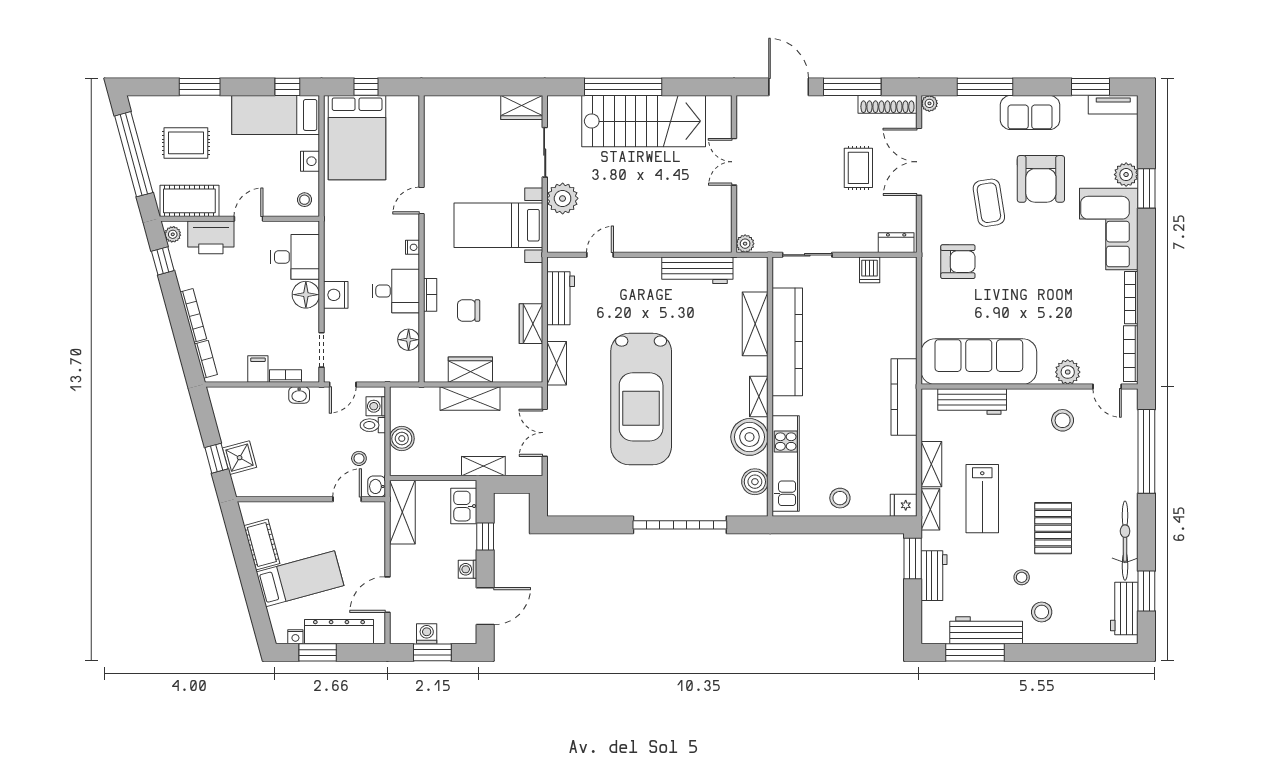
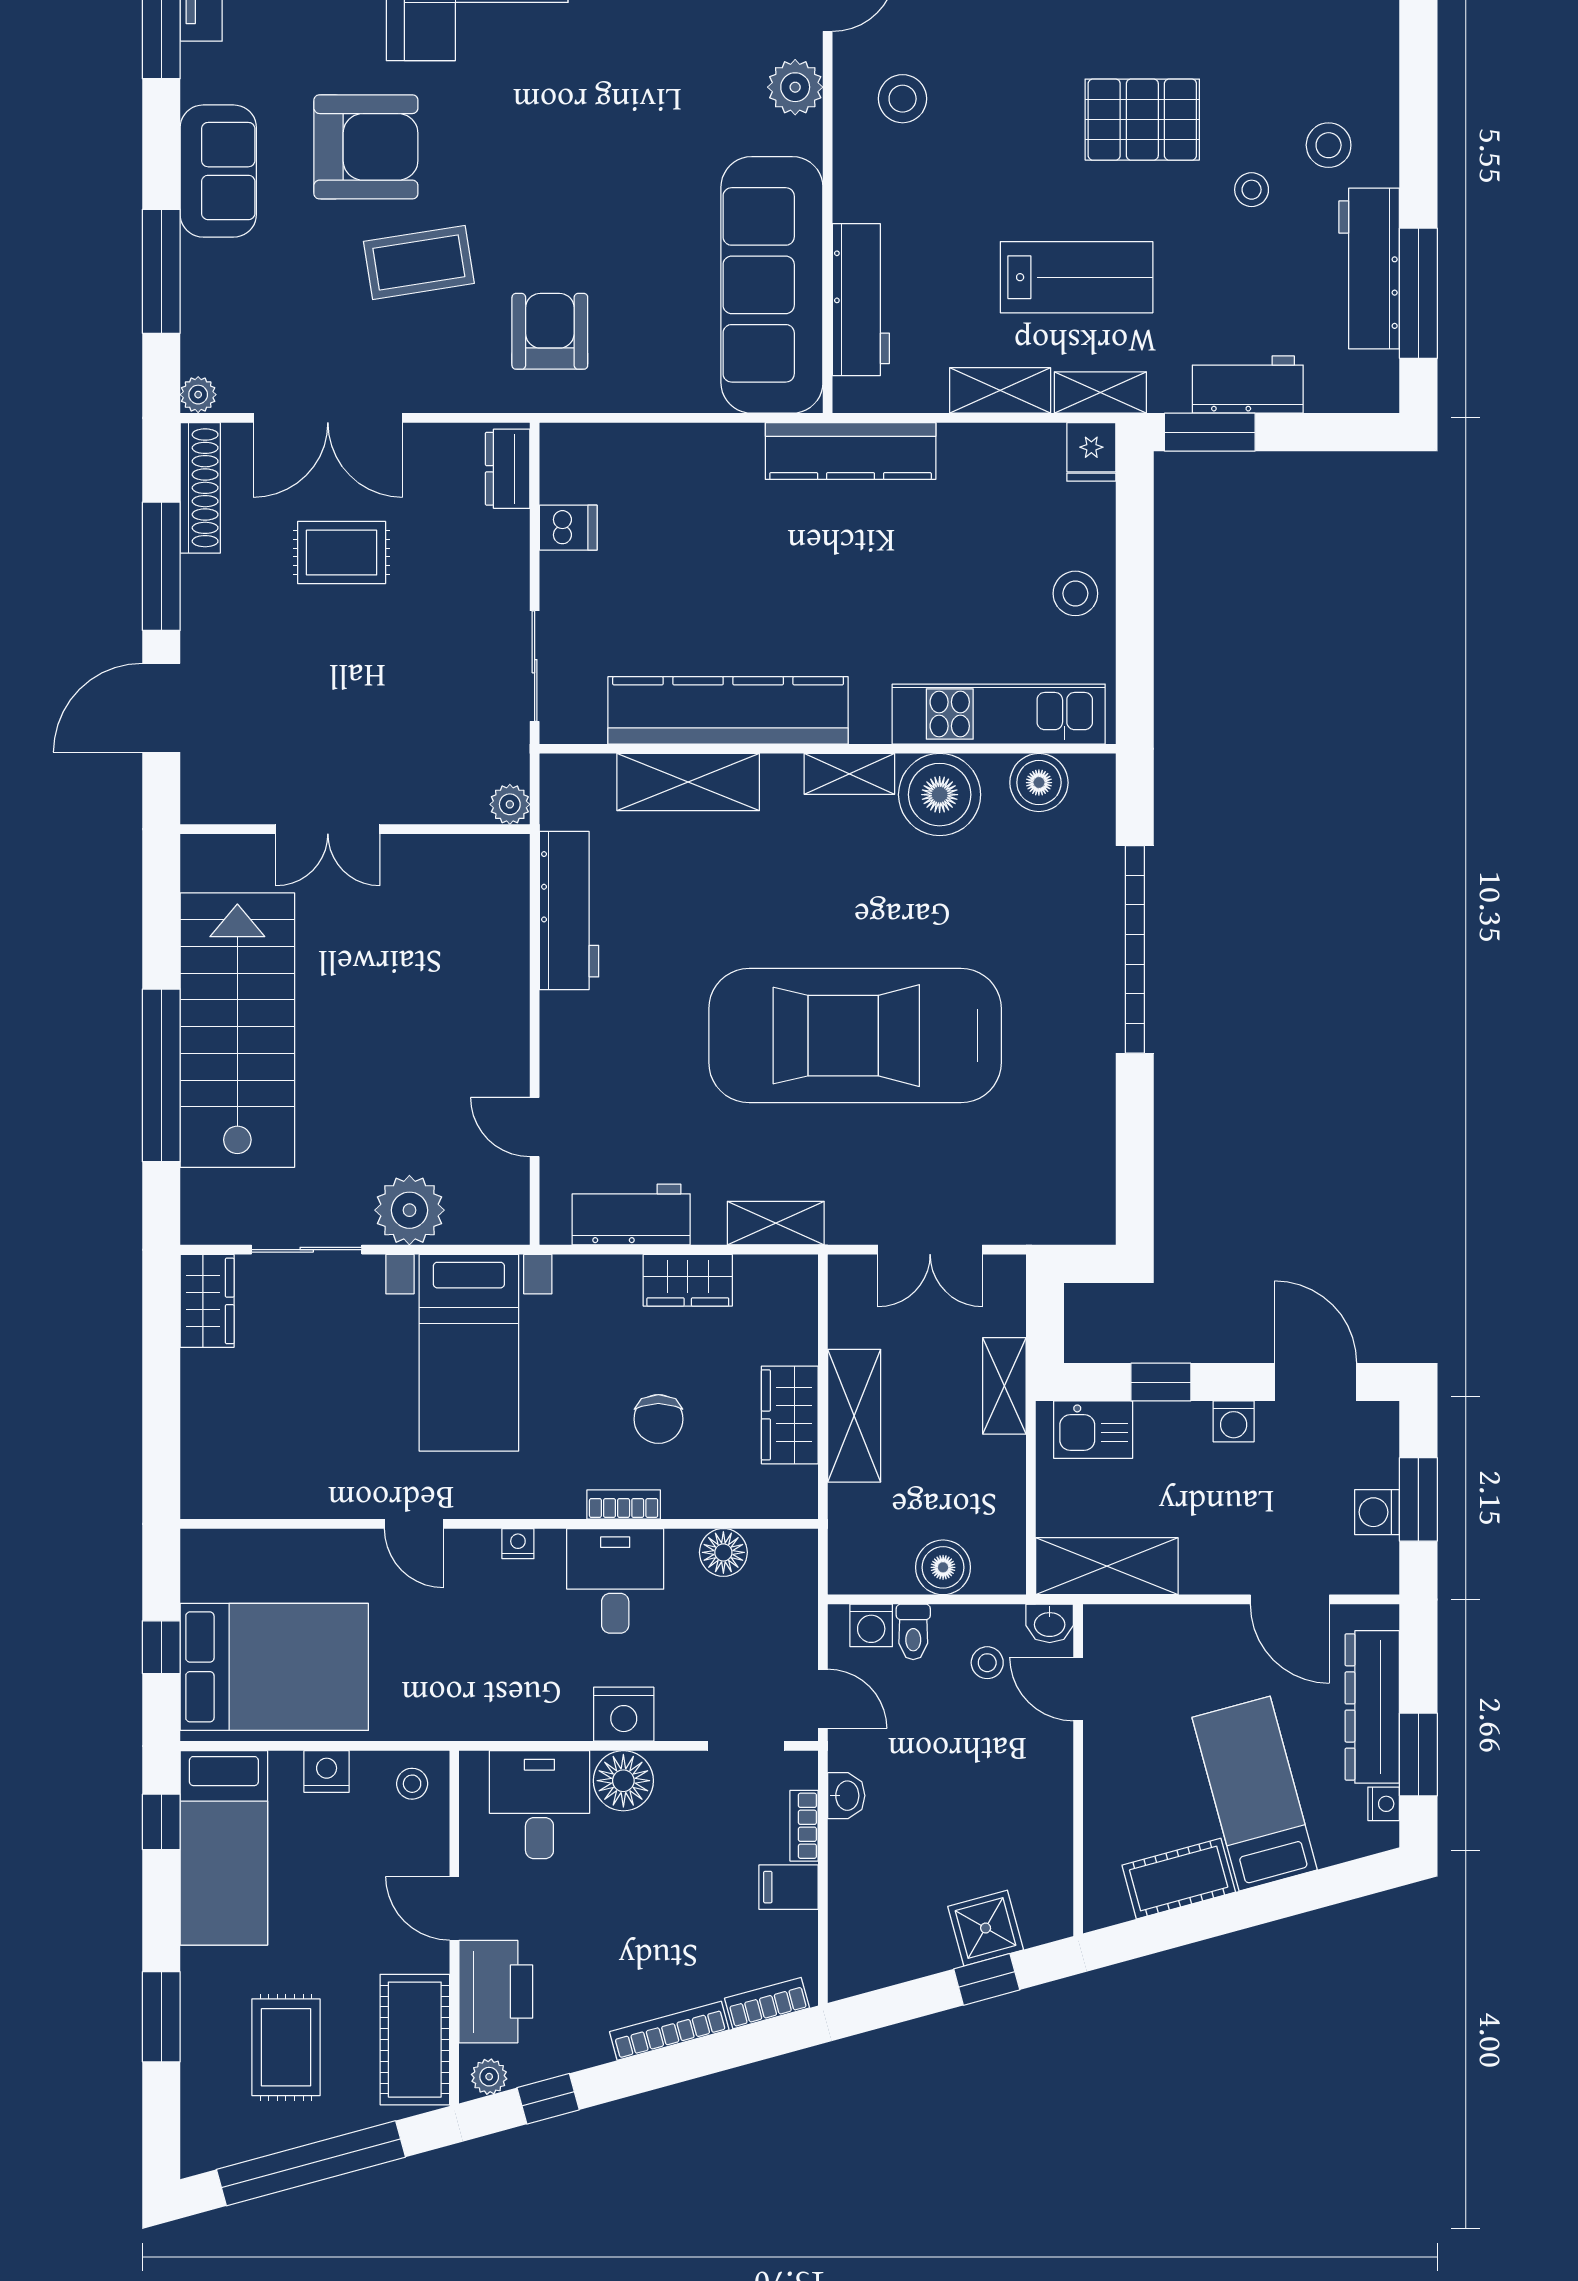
car: (641, 399) -> (855, 1036), turned 180

